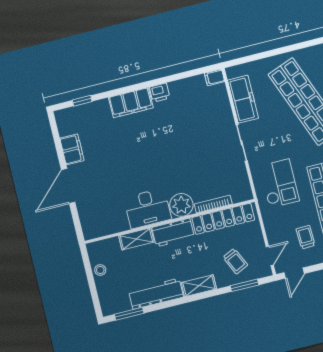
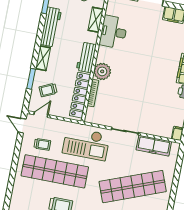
checkout: (279, 183) -> (86, 144), width x1.36, depth x1.21
desk: (148, 208) -> (114, 32), moved
shelving: (136, 239) -> (96, 20), moved
door: (270, 256) -> (41, 115), swing flipped
window: (245, 285) -> (31, 79), moved

